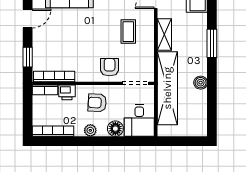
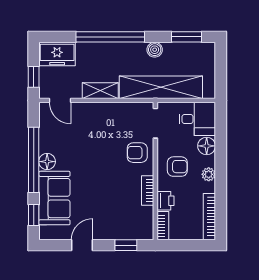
door: (28, 18) -> (82, 245), hinge flipped
coffee table: (128, 32) -> (97, 131), removed
window: (212, 43) -> (110, 37), width x2.11
bookcase: (54, 76) -> (148, 191), moved, width x0.64
armchair: (97, 103) -> (177, 167), turned -93
window: (212, 111) -> (187, 37), added

